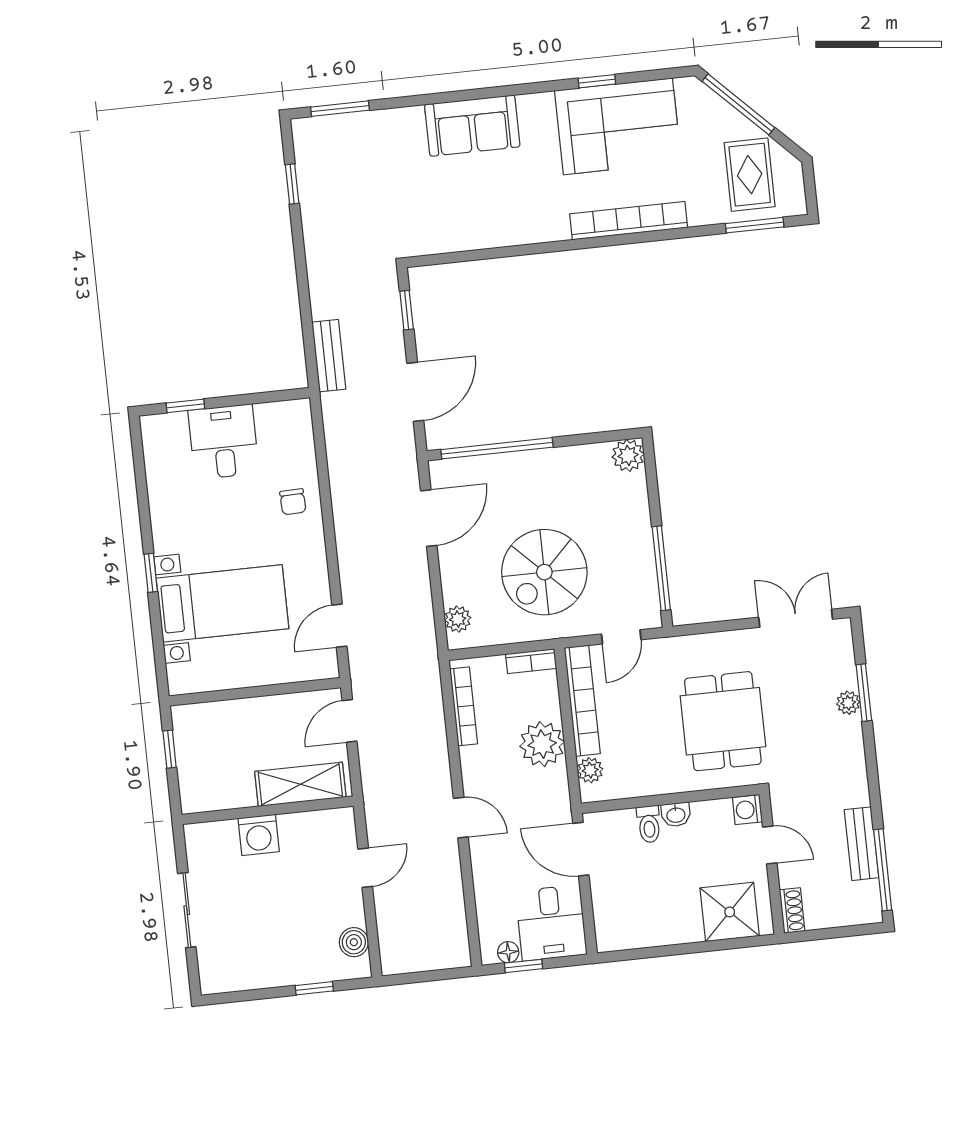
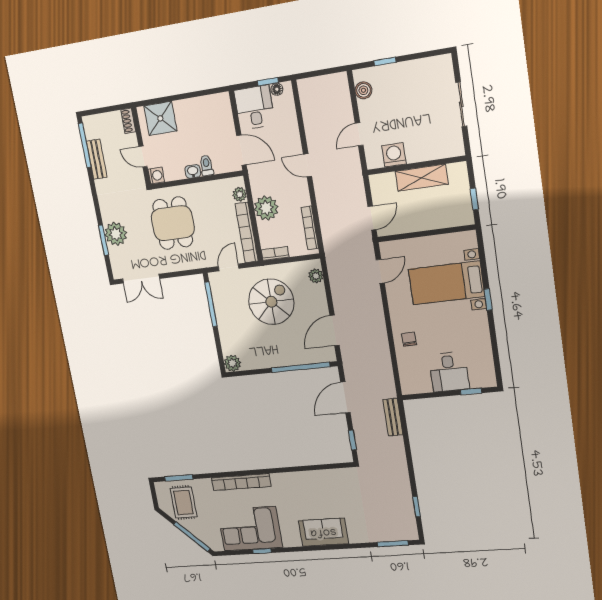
plant: (848, 703) -> (116, 234), width x1.87, depth x1.87
shelving: (300, 784) -> (422, 178), moved
washing machine: (259, 835) -> (394, 155), moved

